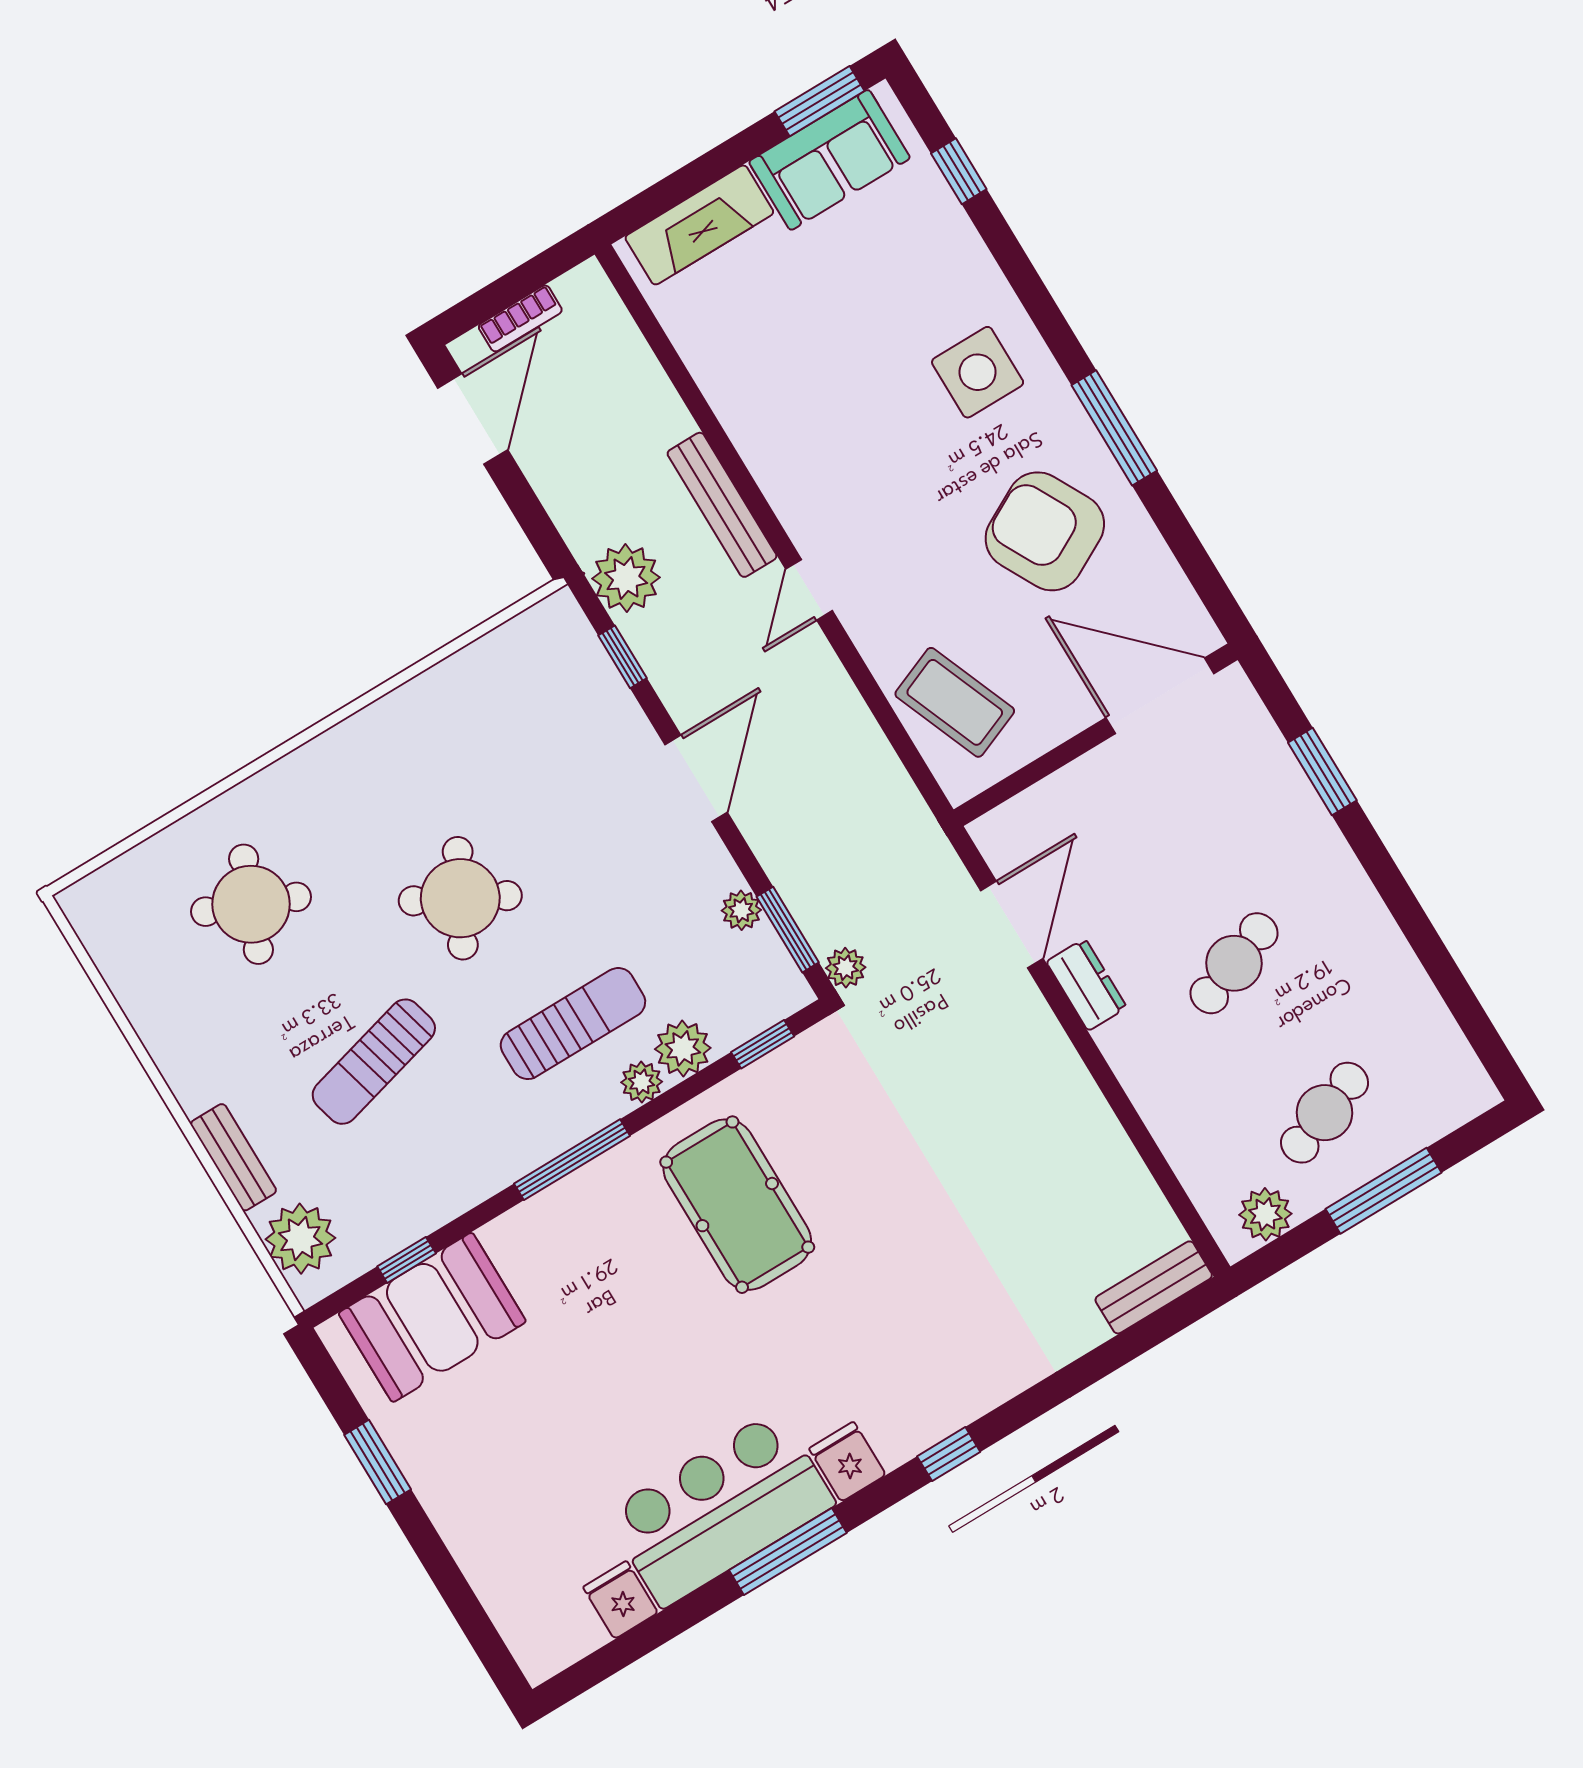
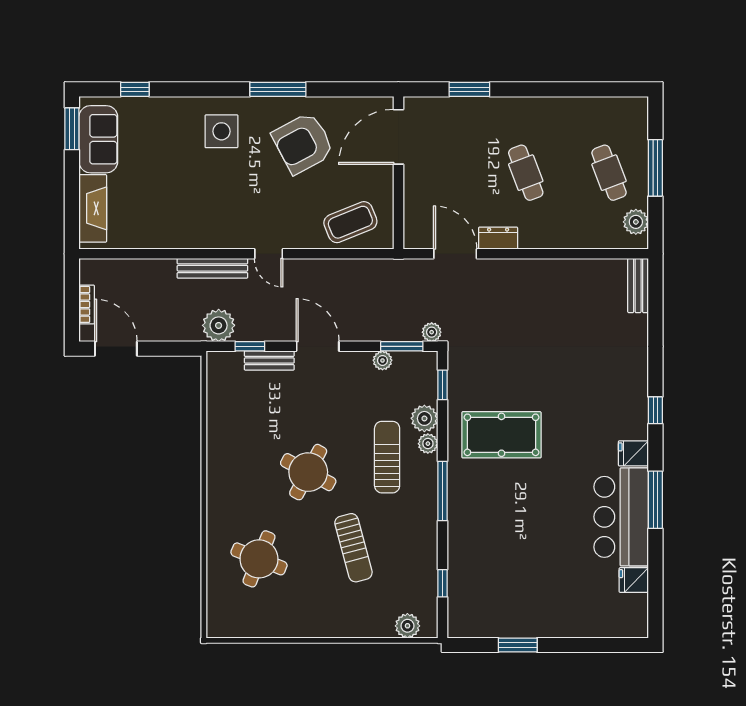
bench: (233, 1157) -> (269, 360), moved
plant: (300, 1239) -> (407, 626), width x0.73, depth x0.73
booth: (432, 1317) -> (472, 587), removed

